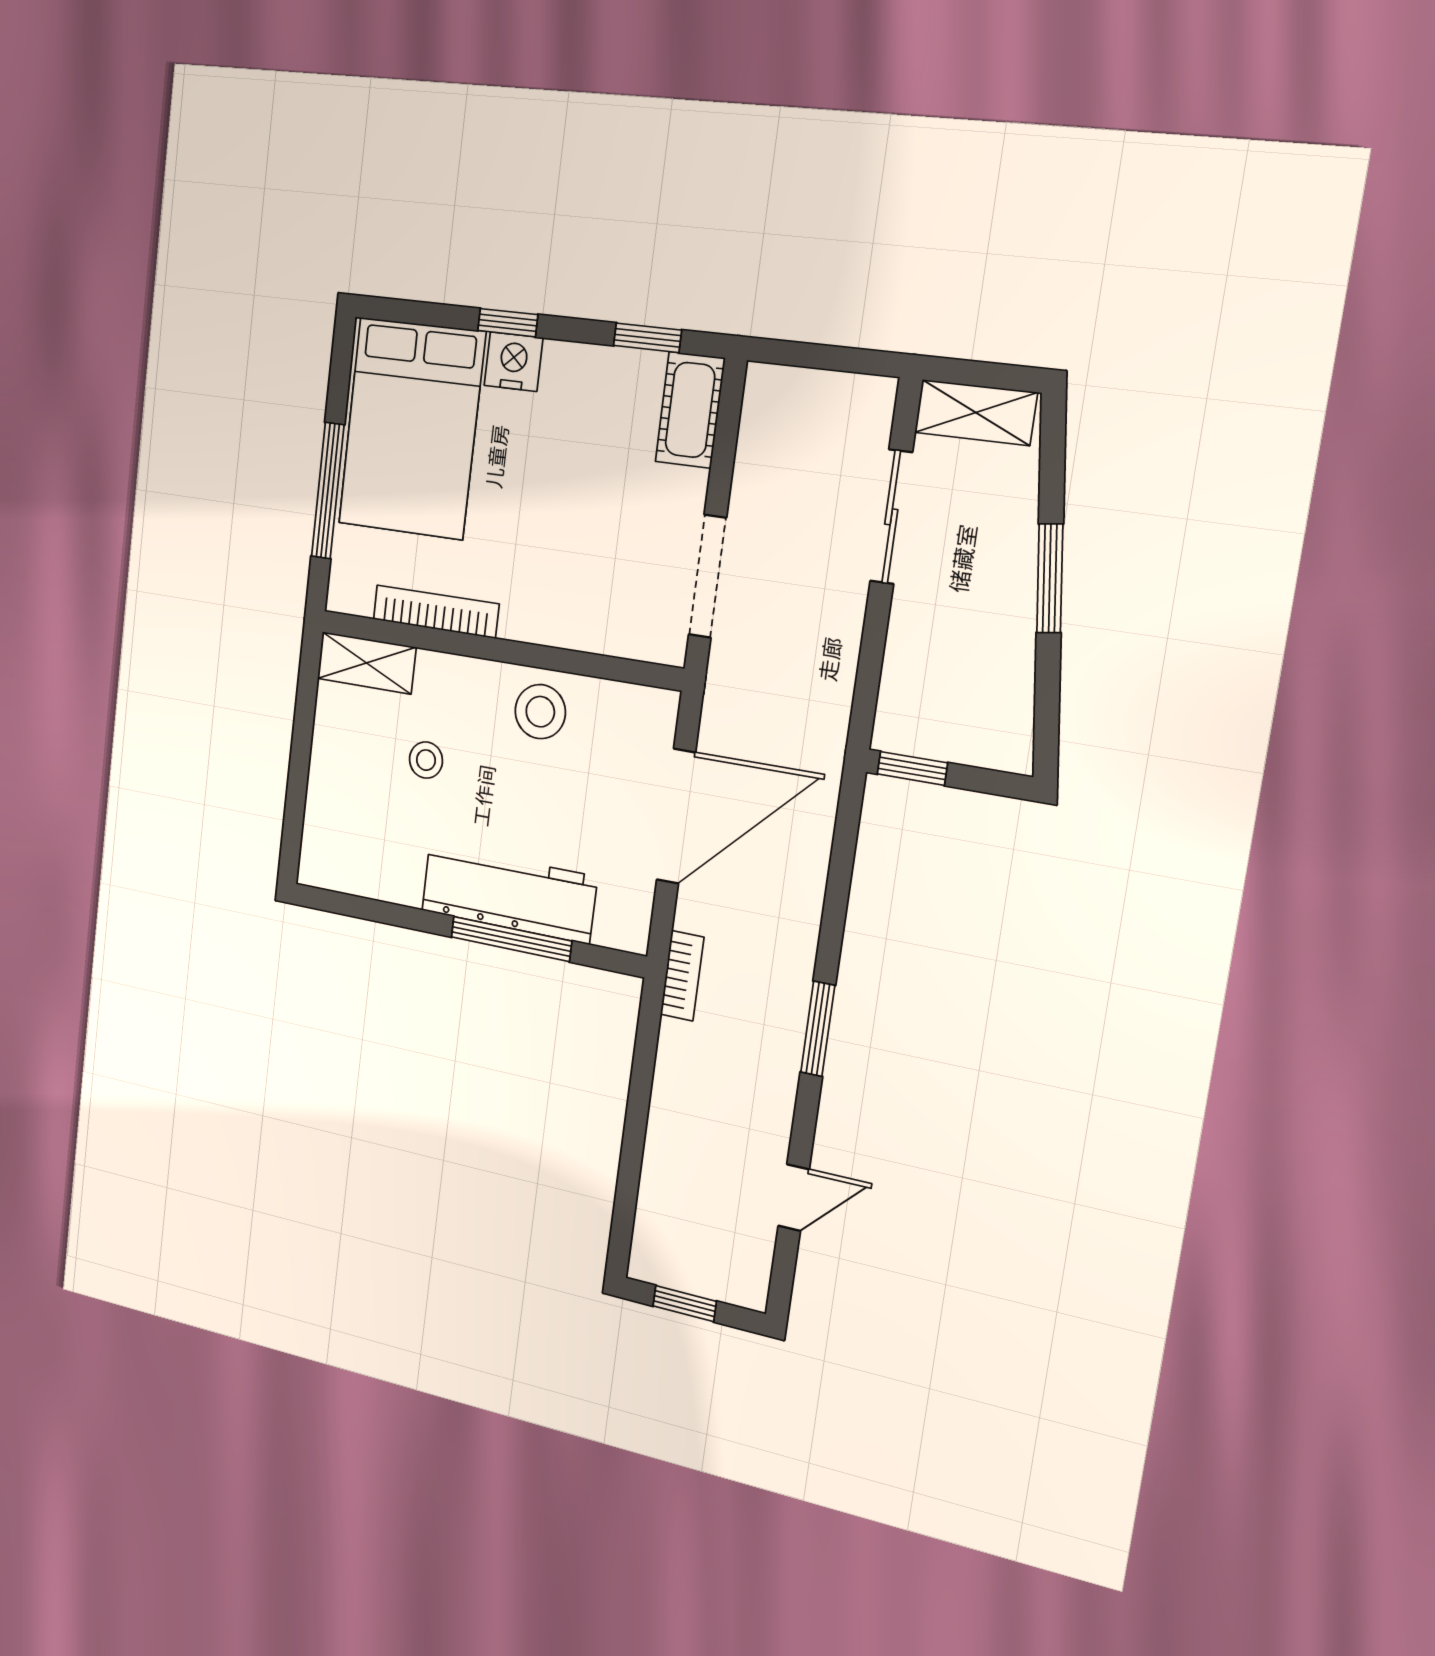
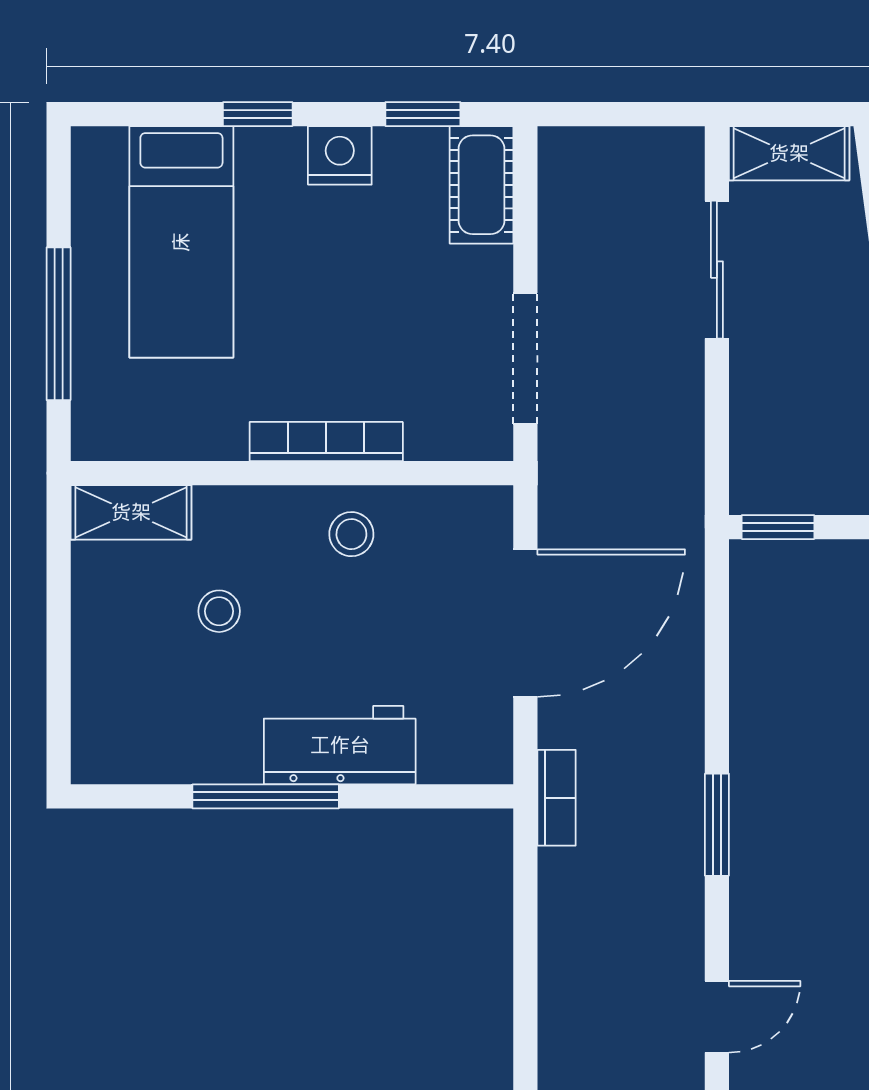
nightstand: (514, 362) -> (340, 155), moved
bed: (411, 429) -> (181, 242), width x0.67
bookcase: (436, 612) -> (326, 442), moved
stool: (540, 712) -> (351, 534), width x0.73, depth x0.73
workbench: (509, 894) -> (340, 745), width x0.73
window: (511, 939) -> (266, 796), moved

